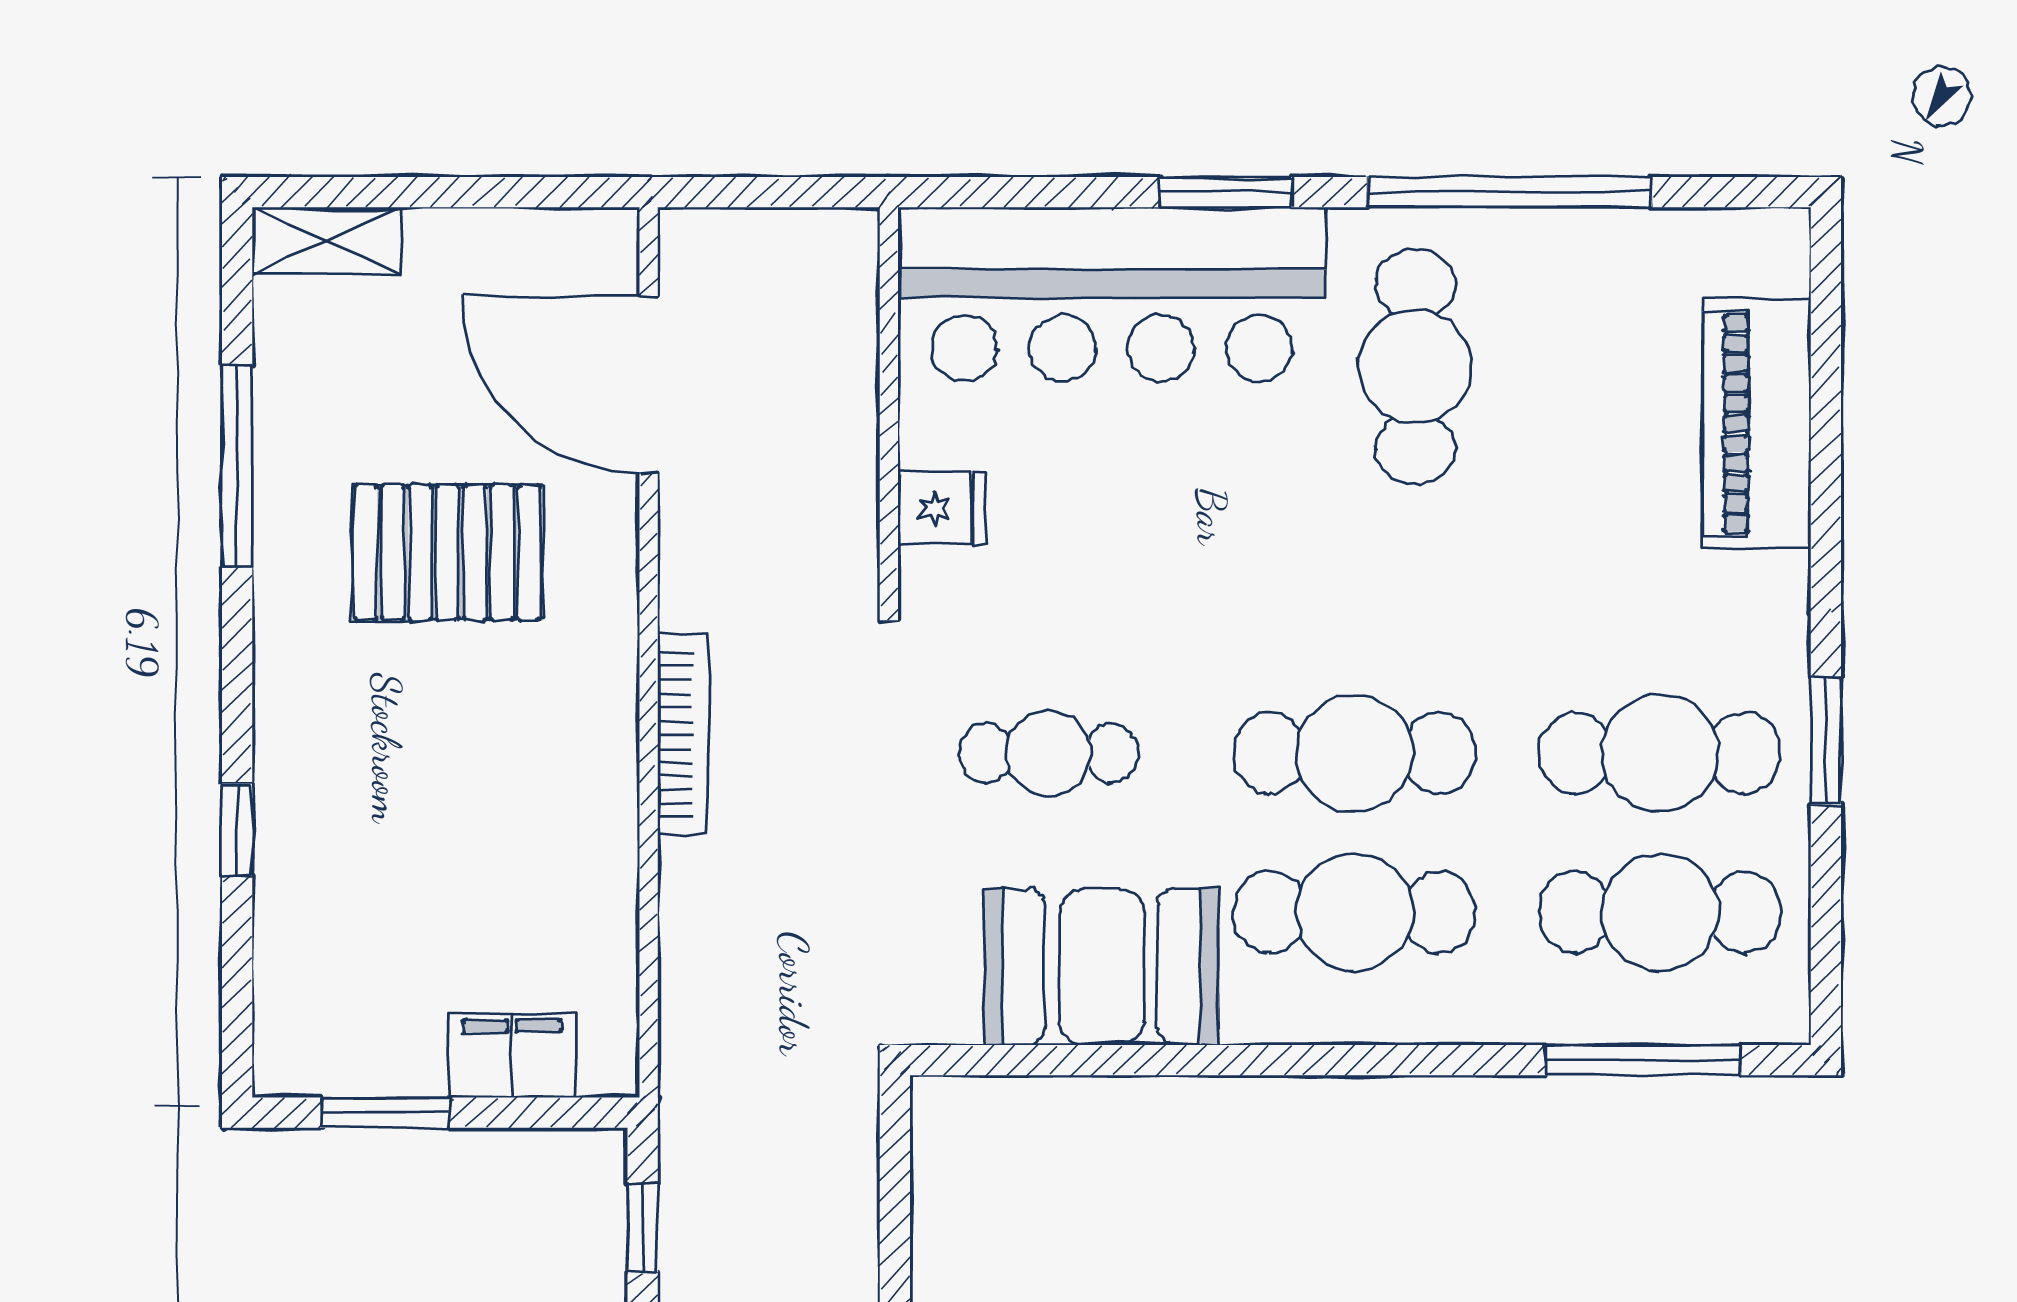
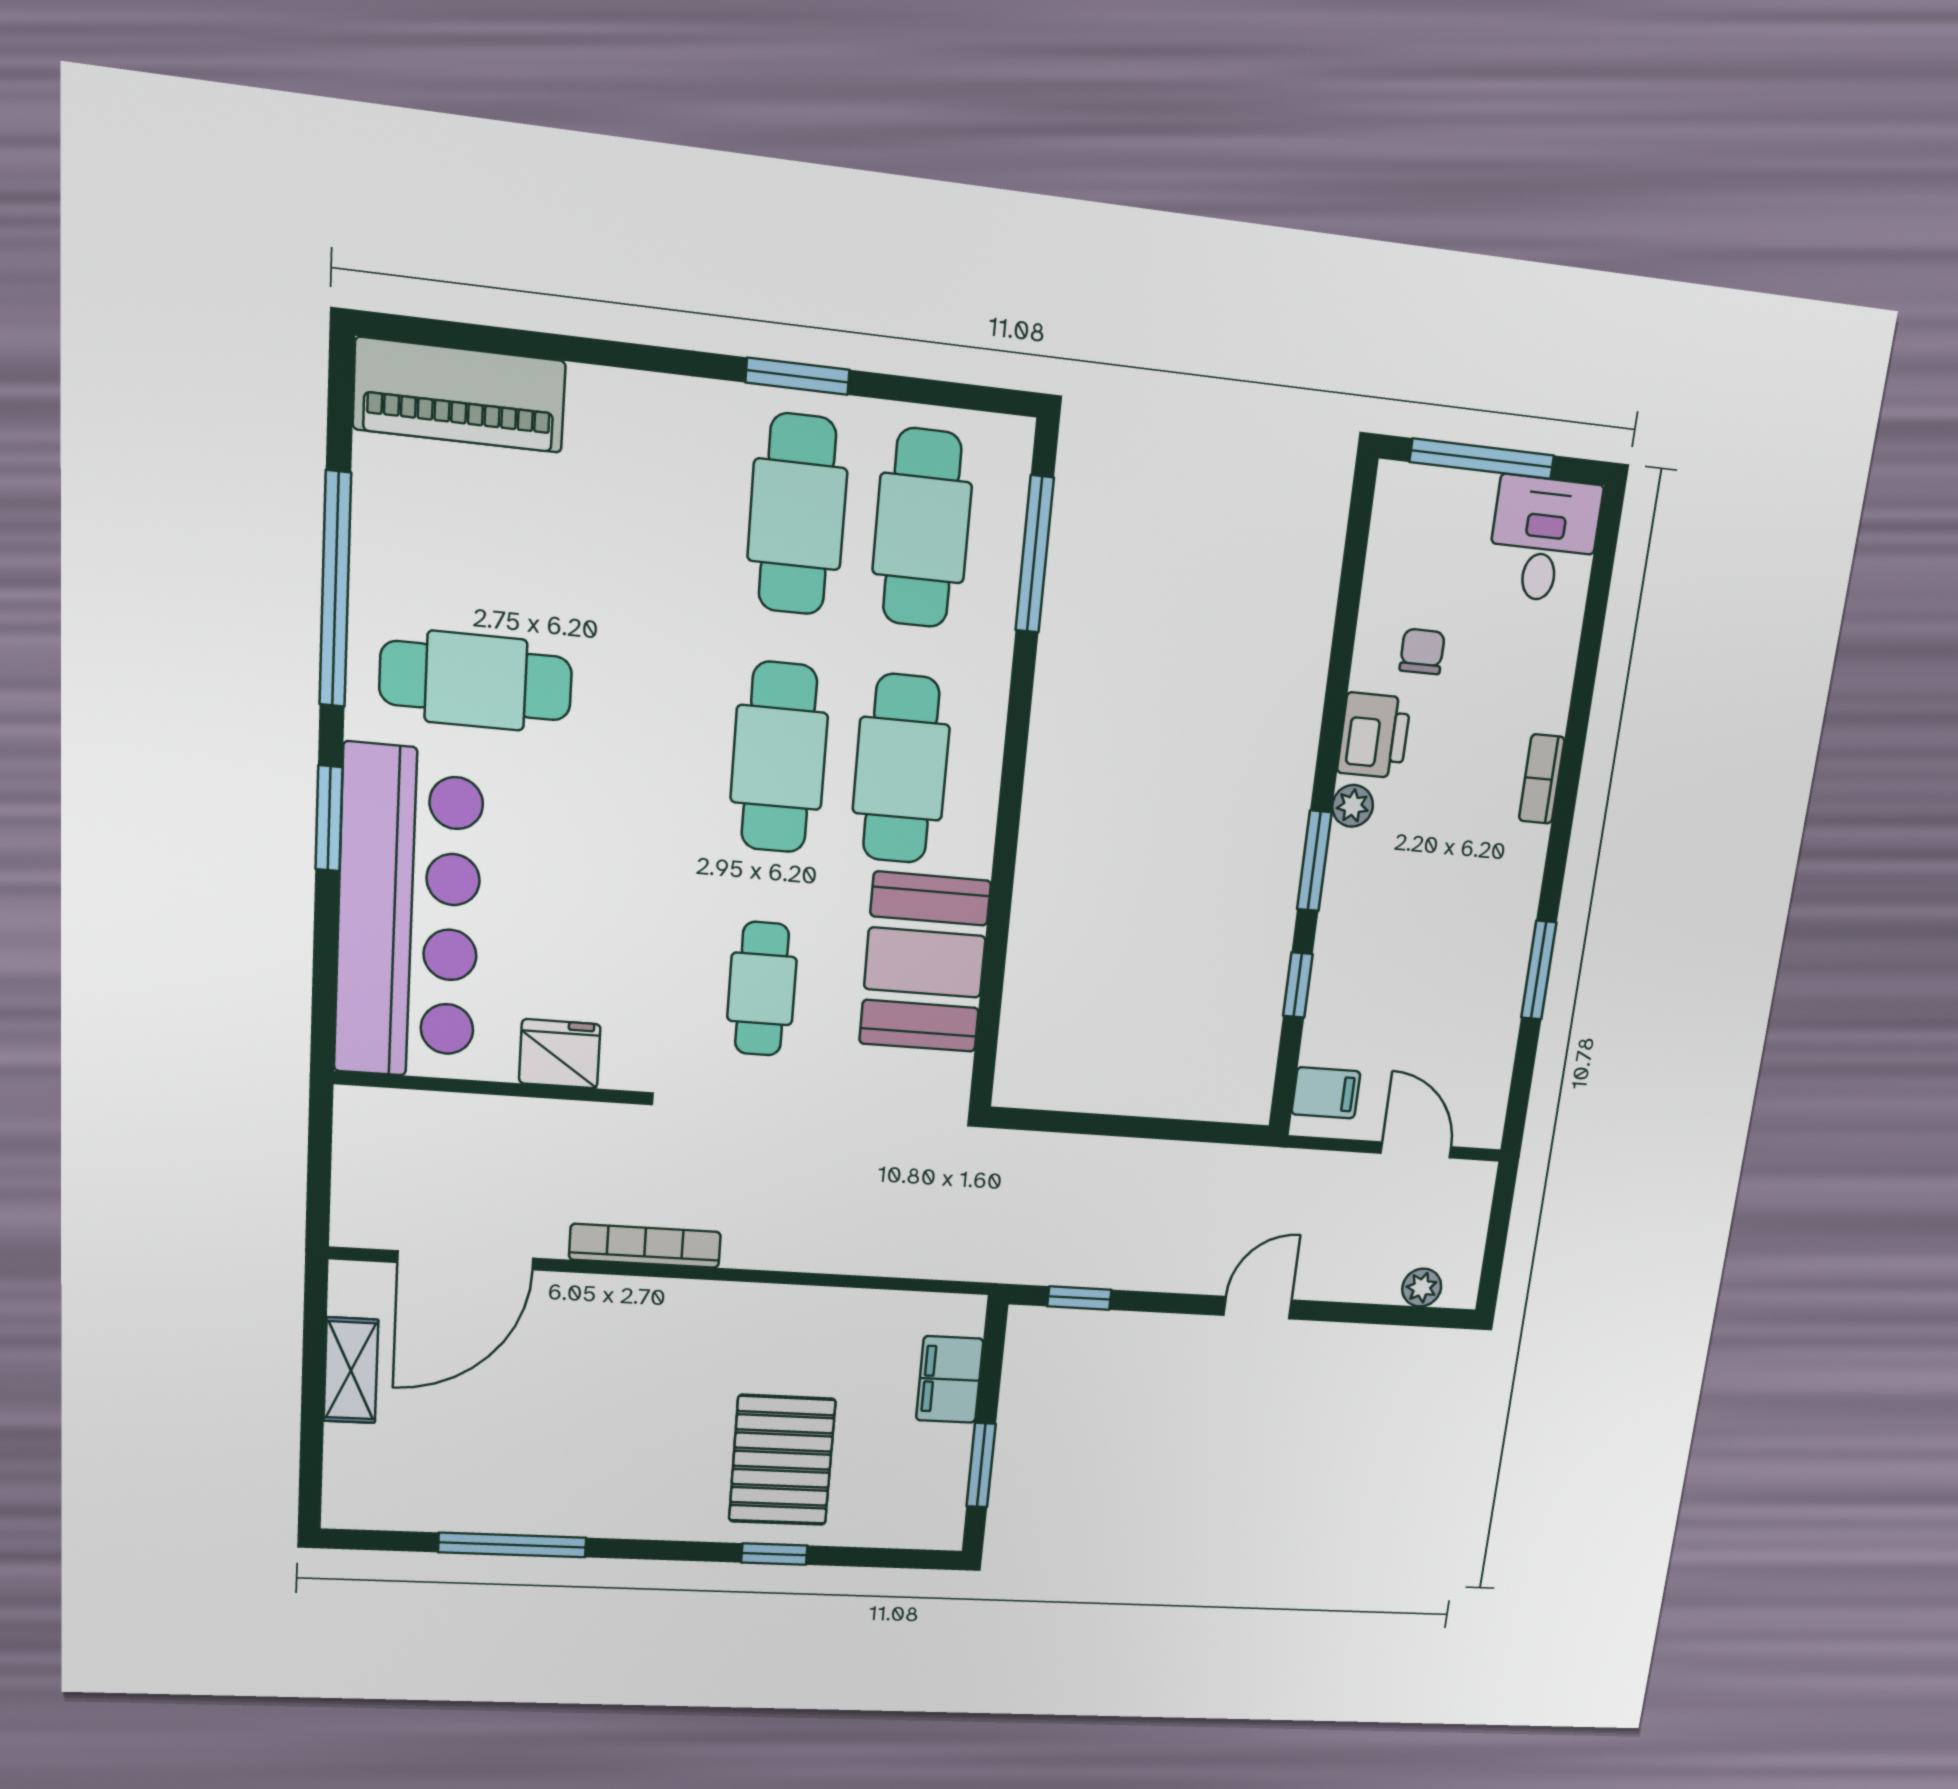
shelving: (327, 241) -> (351, 1370), moved
piano: (1757, 423) -> (459, 395), moved
fridge: (942, 509) -> (560, 1054), width x1.38
pallet: (447, 552) -> (782, 1460), moved
bookcase: (683, 734) -> (645, 1246), moved

